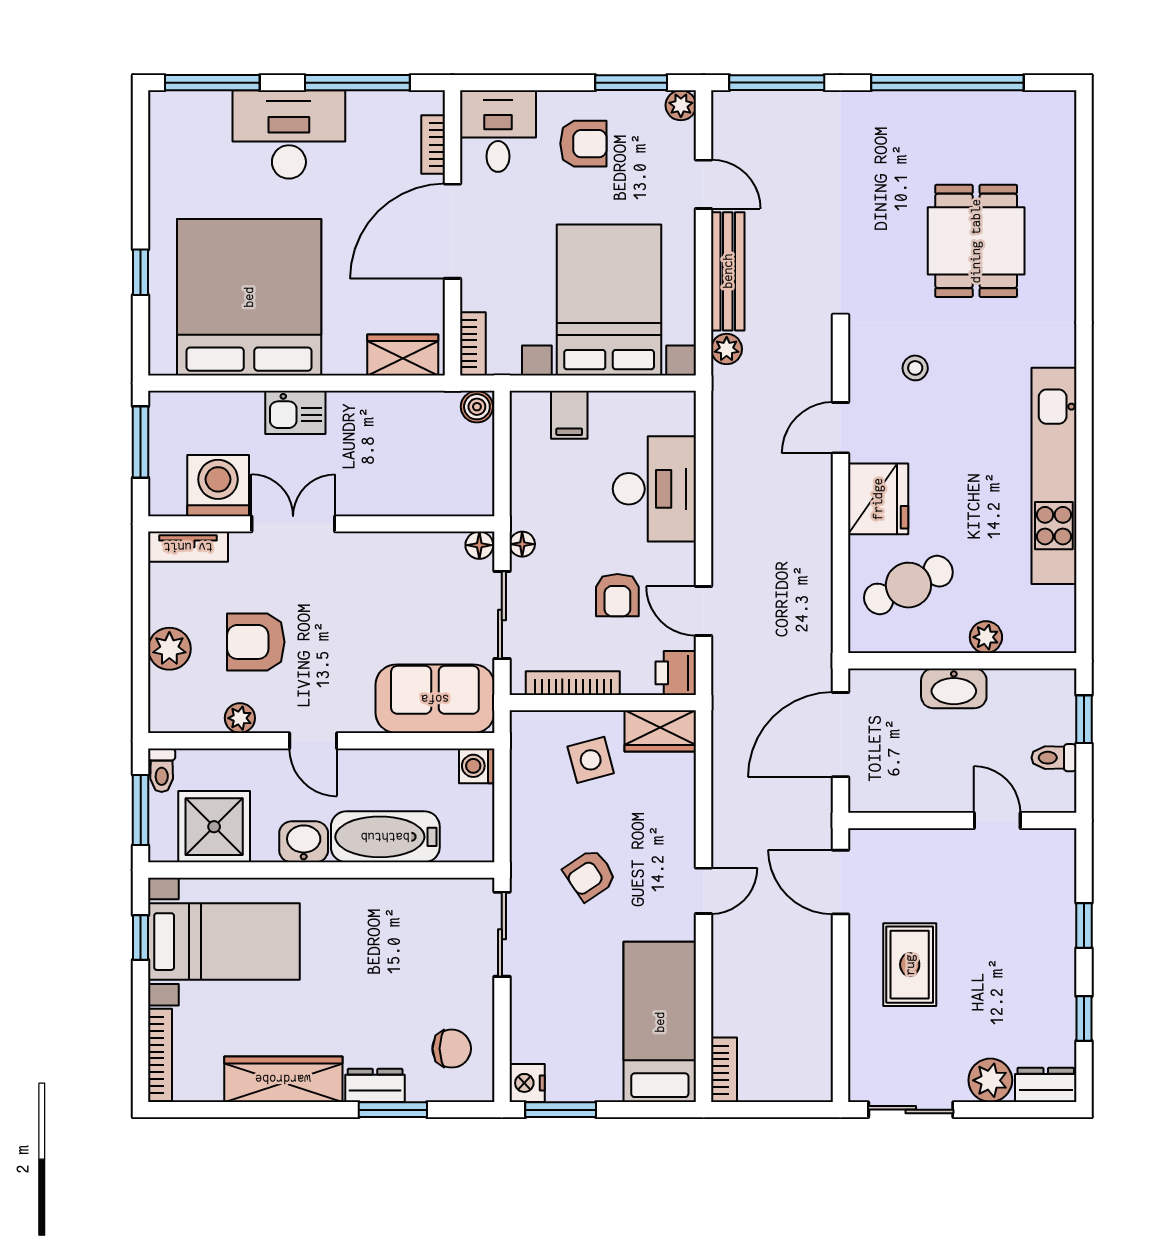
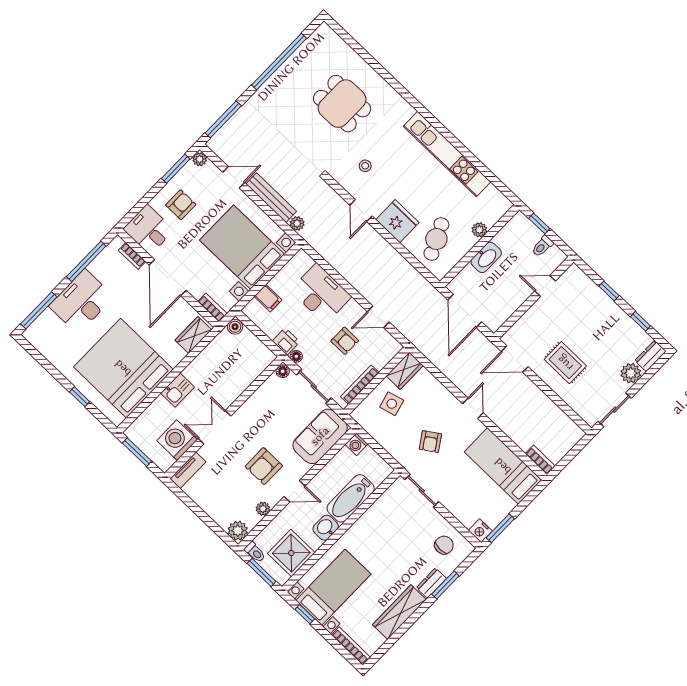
armchair: (256, 642) -> (264, 466), moved
plant: (169, 649) -> (238, 531), moved
printer: (676, 673) -> (286, 341), moved, turned 180

